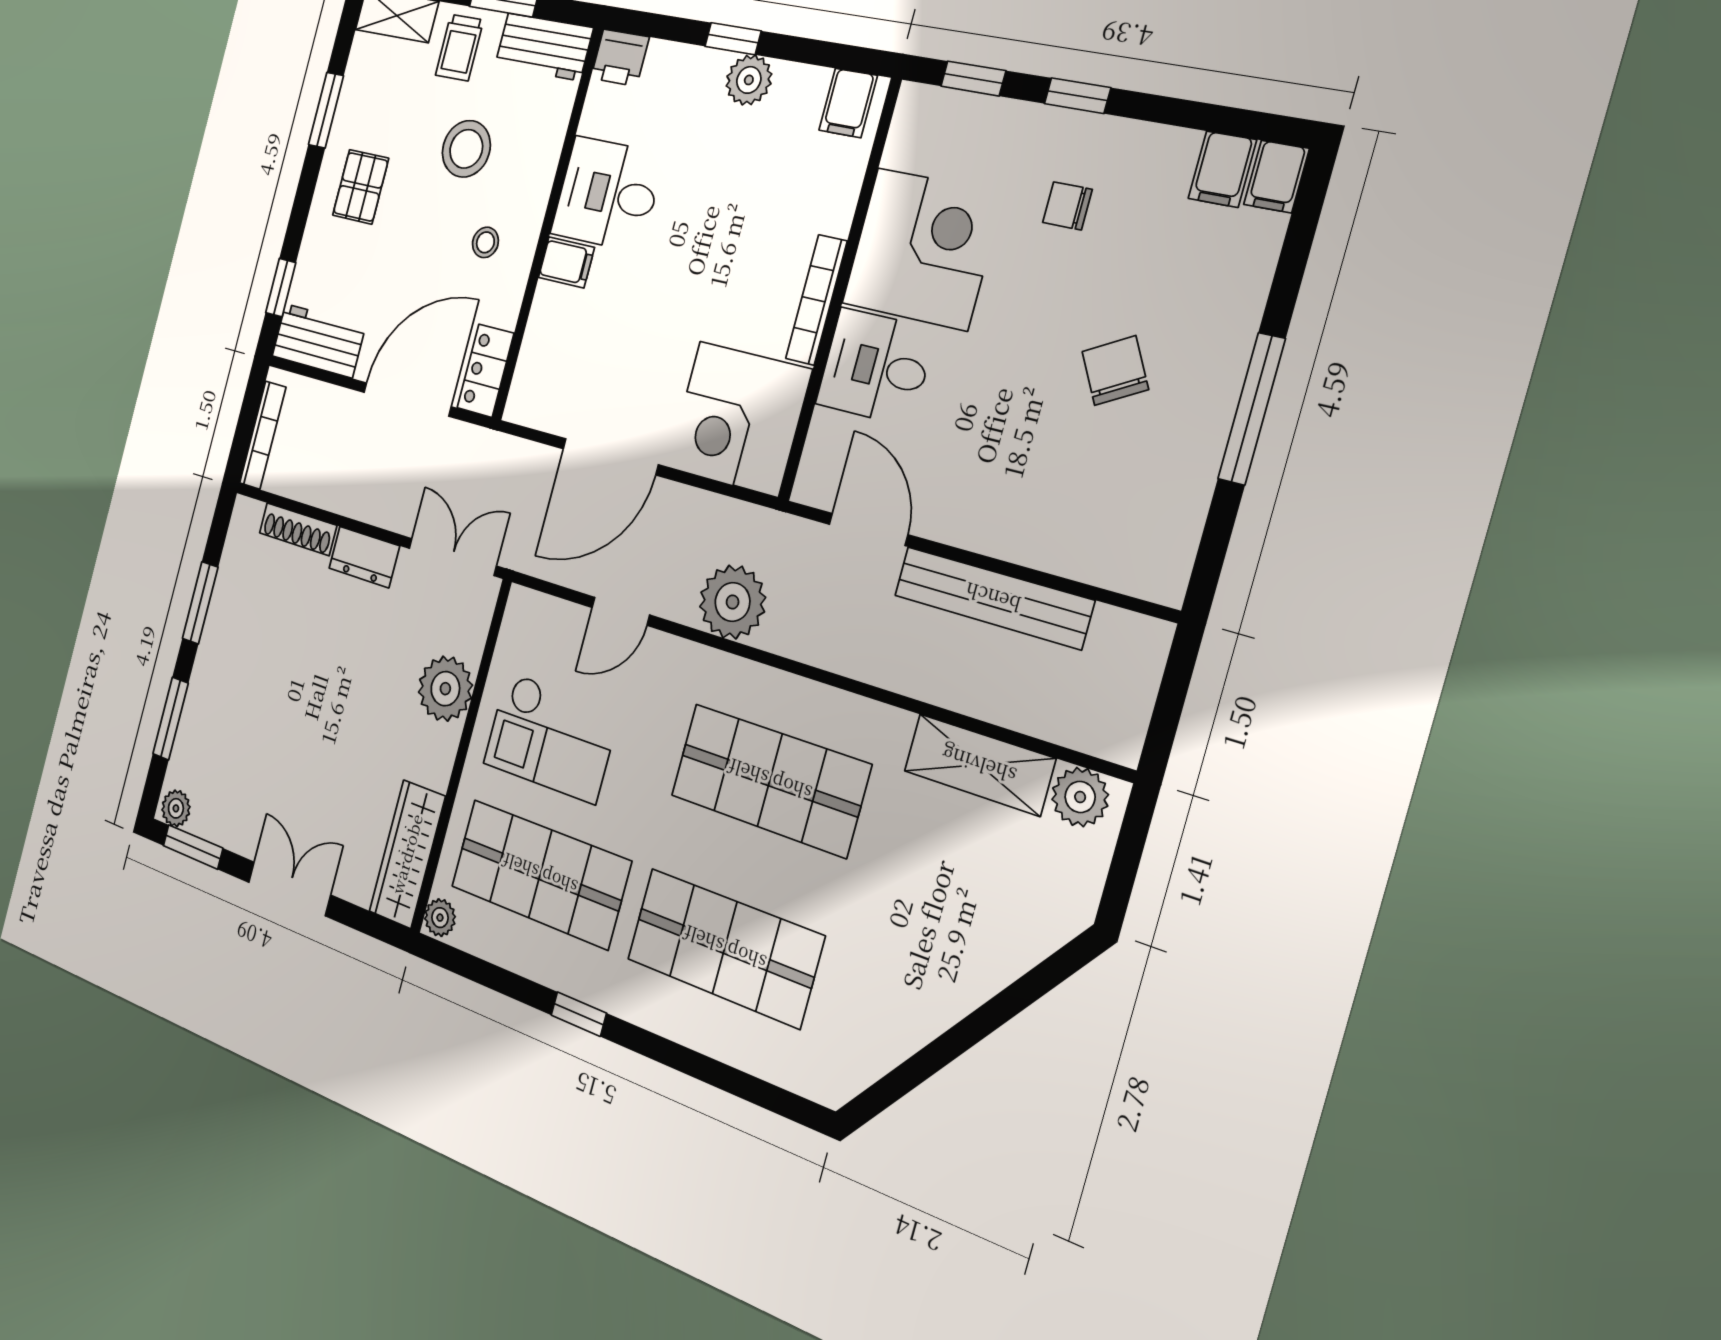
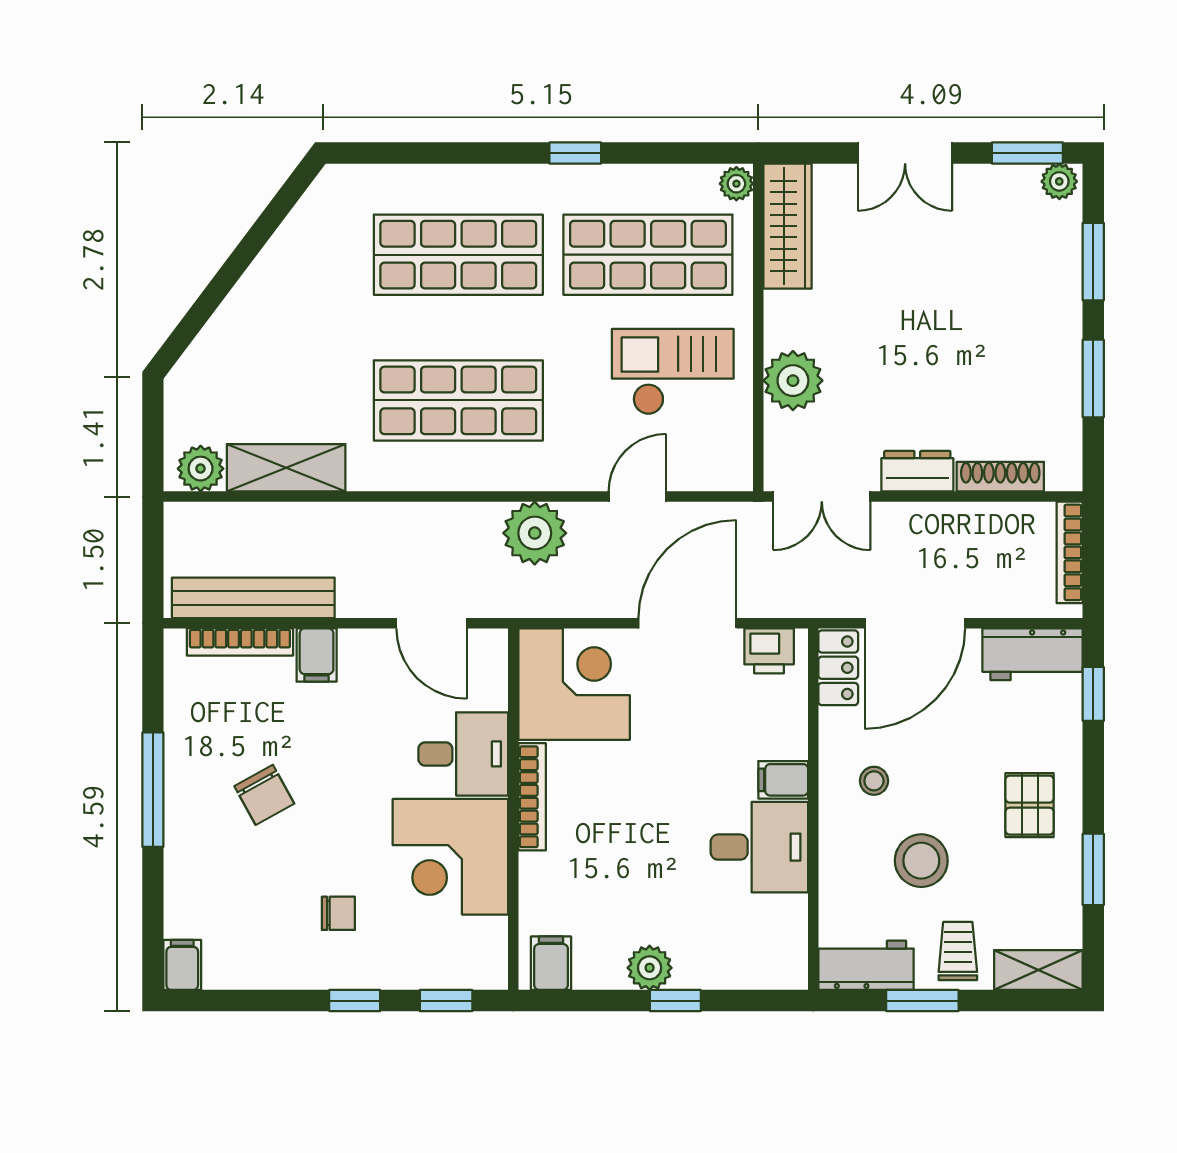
printer: (620, 58) -> (769, 651), moved, turned 180
filing cabinet: (1222, 169) -> (317, 655), moved, turned 180
bookcase: (1092, 568) -> (240, 642), added
bench: (993, 598) -> (253, 598), moved

